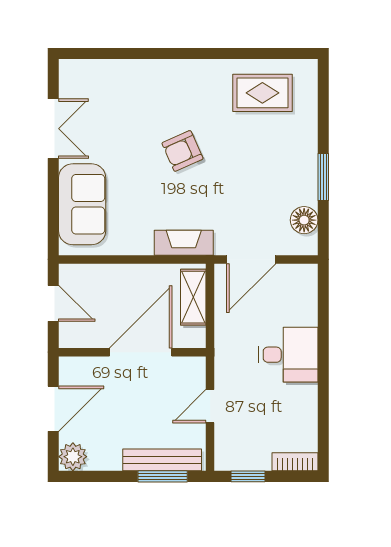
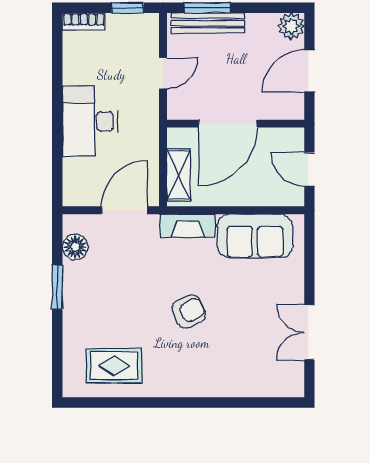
sofa: (82, 204) -> (255, 236), moved, turned -90
desk: (288, 355) -> (90, 121), width x1.37

